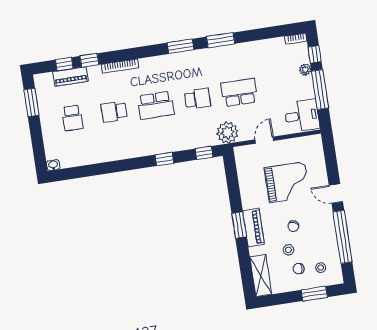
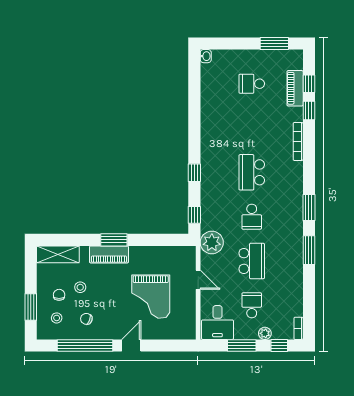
window: (320, 90) -> (242, 346), width x0.69
school desk: (114, 112) -> (252, 305), moved
chair: (293, 226) -> (86, 319), moved

